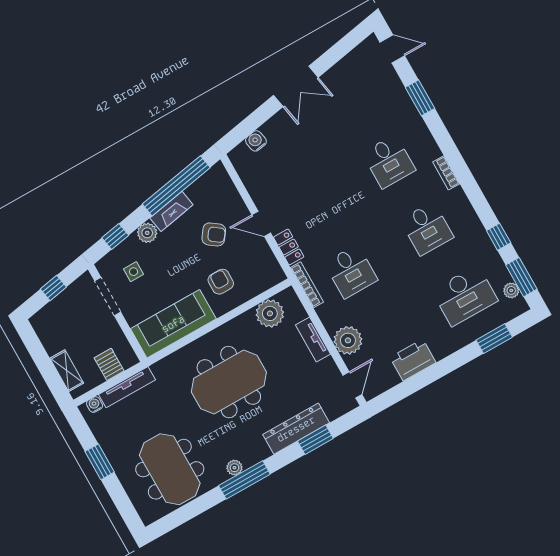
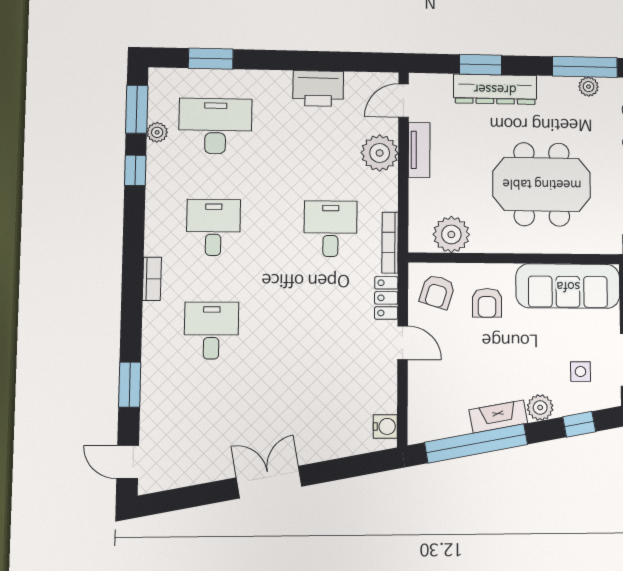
water cooler: (256, 141) -> (385, 426), moved, turned -80
armchair: (214, 234) -> (437, 292), moved, turned -109
plant: (511, 290) -> (157, 132), moved
tv unit: (313, 340) -> (419, 150), moved

